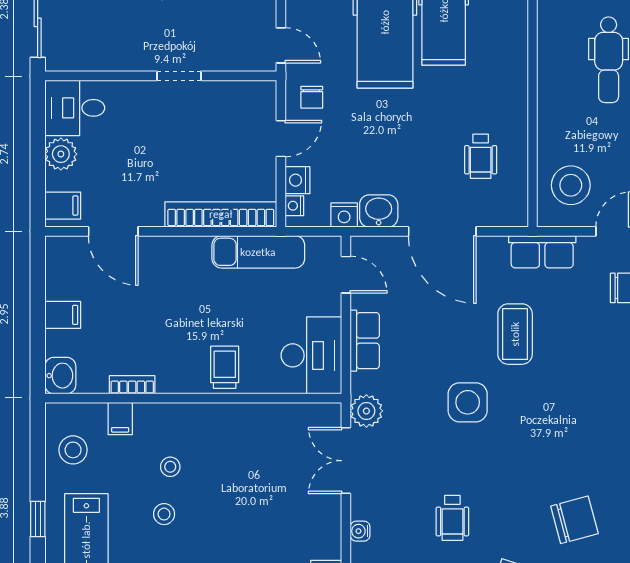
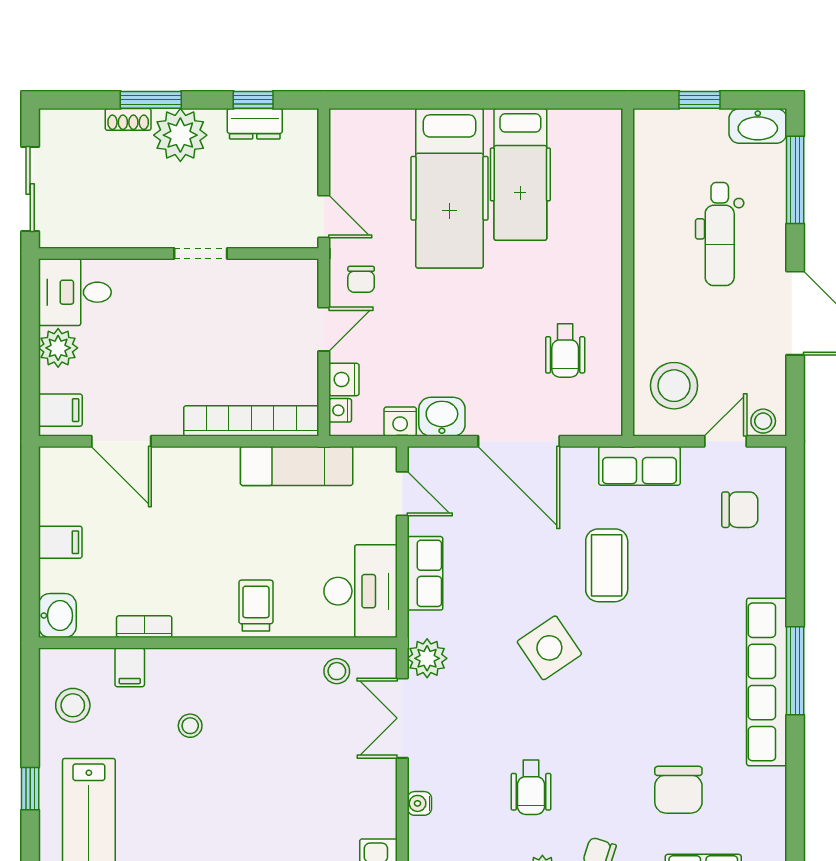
side table: (468, 402) -> (549, 648), turned -34
stool: (164, 514) -> (337, 671), moved
chair: (574, 520) -> (678, 790), turned 105

